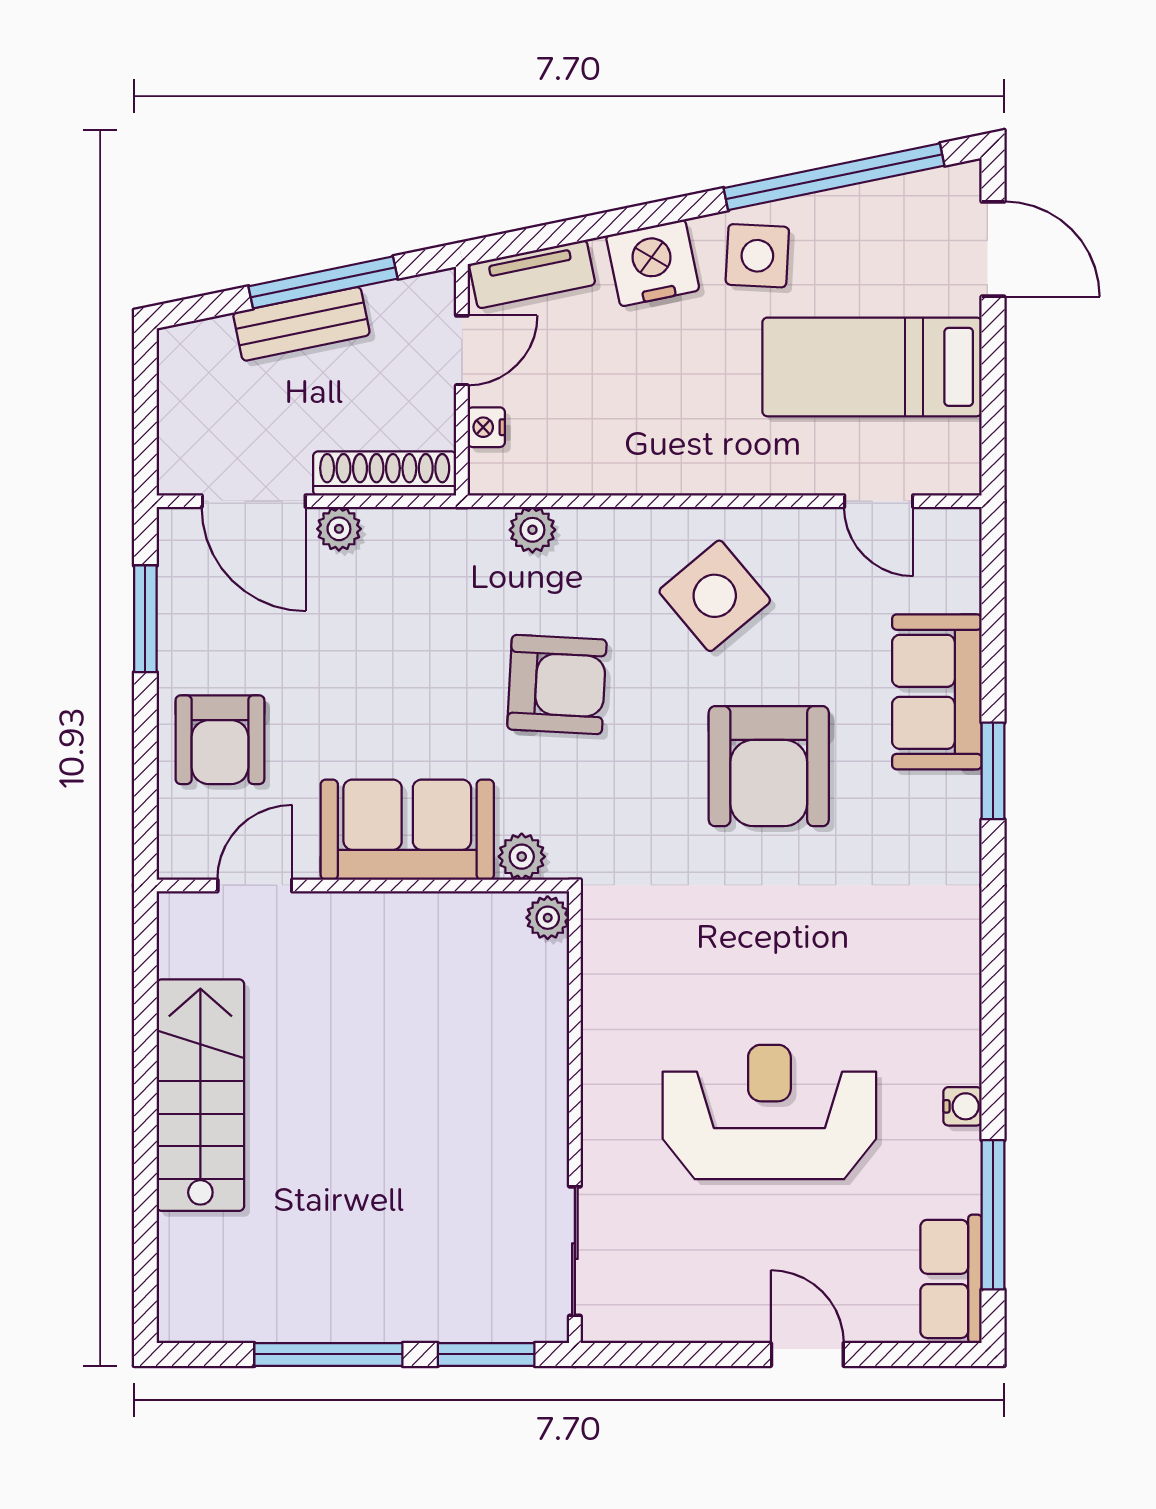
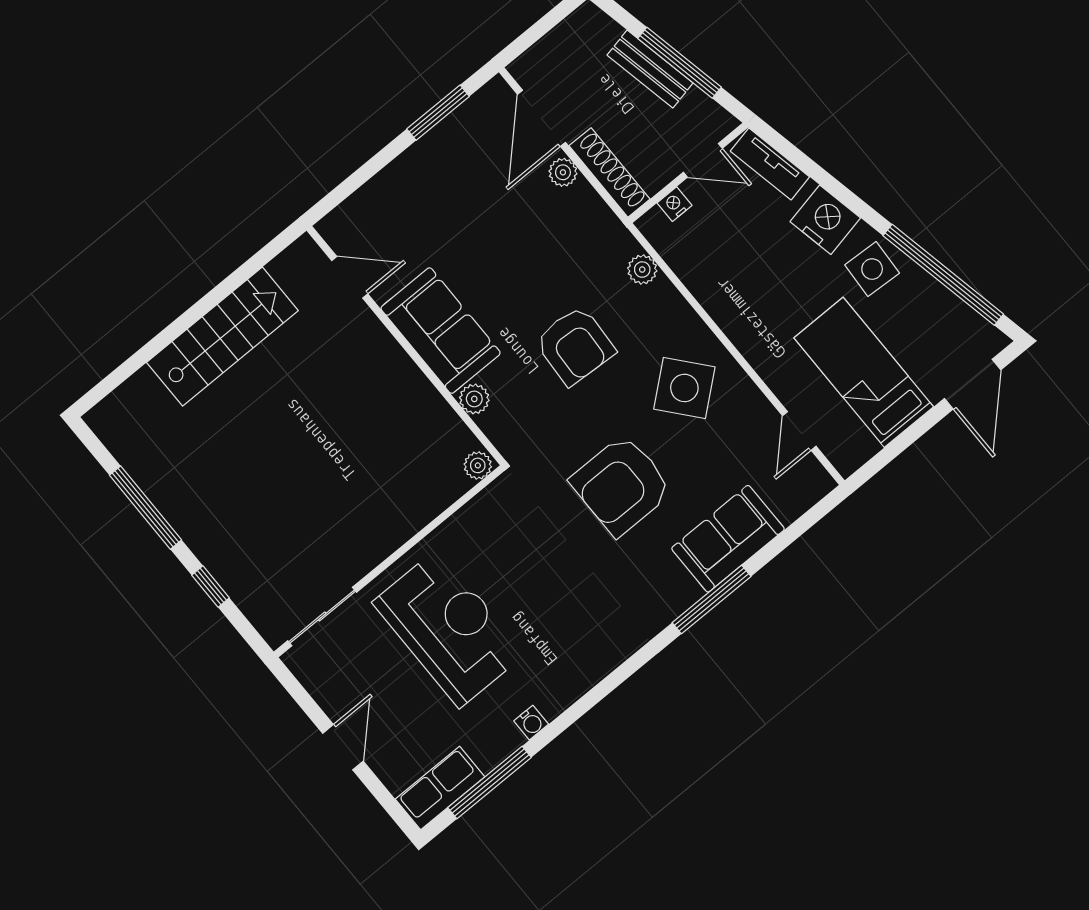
armchair: (220, 740) -> (408, 200), removed
window: (993, 771) -> (712, 599), width x1.44
plant: (548, 918) -> (478, 465), moved
wall: (575, 1117) -> (389, 561), moved
sliding door: (575, 1251) -> (322, 617), moved
window: (486, 1354) -> (211, 587), width x0.67

